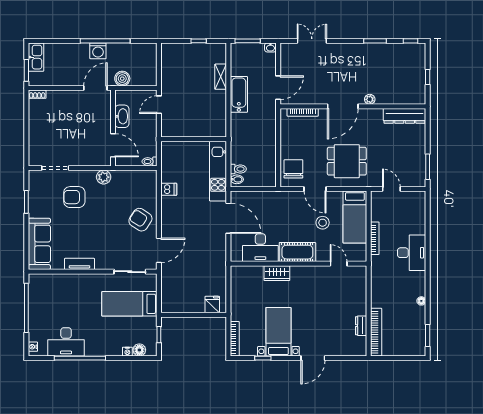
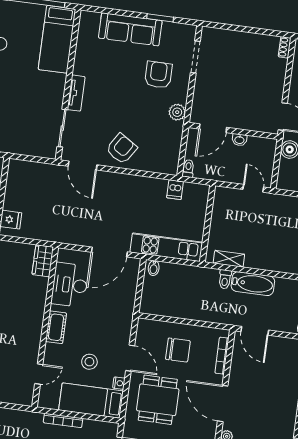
shelving: (221, 77) -> (229, 259), moved
washbasin: (122, 116) -> (239, 140), width x0.52, depth x0.69
toilet: (238, 169) -> (225, 279), moved
chair: (293, 169) -> (178, 350), moved
dishwasher: (169, 189) -> (175, 190), moved
door: (315, 189) -> (130, 358), swing flipped
nightstand: (337, 196) -> (119, 383), added
sofa: (39, 244) -> (130, 29), moved
cot: (297, 252) -> (56, 327), width x0.73, depth x0.75
tv unit: (79, 264) -> (76, 93), moved
wardrobe: (277, 273) -> (43, 261), moved
bed: (129, 304) -> (57, 39), moved, turned 180

